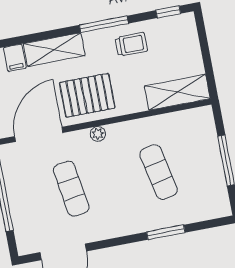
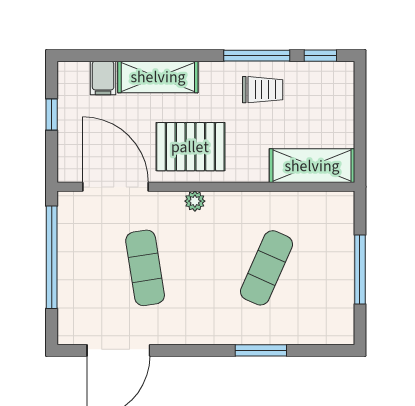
window: (104, 24) -> (257, 56), moved
door: (39, 134) -> (116, 187), hinge flipped
exercise mat: (159, 172) -> (267, 268), turned 36

